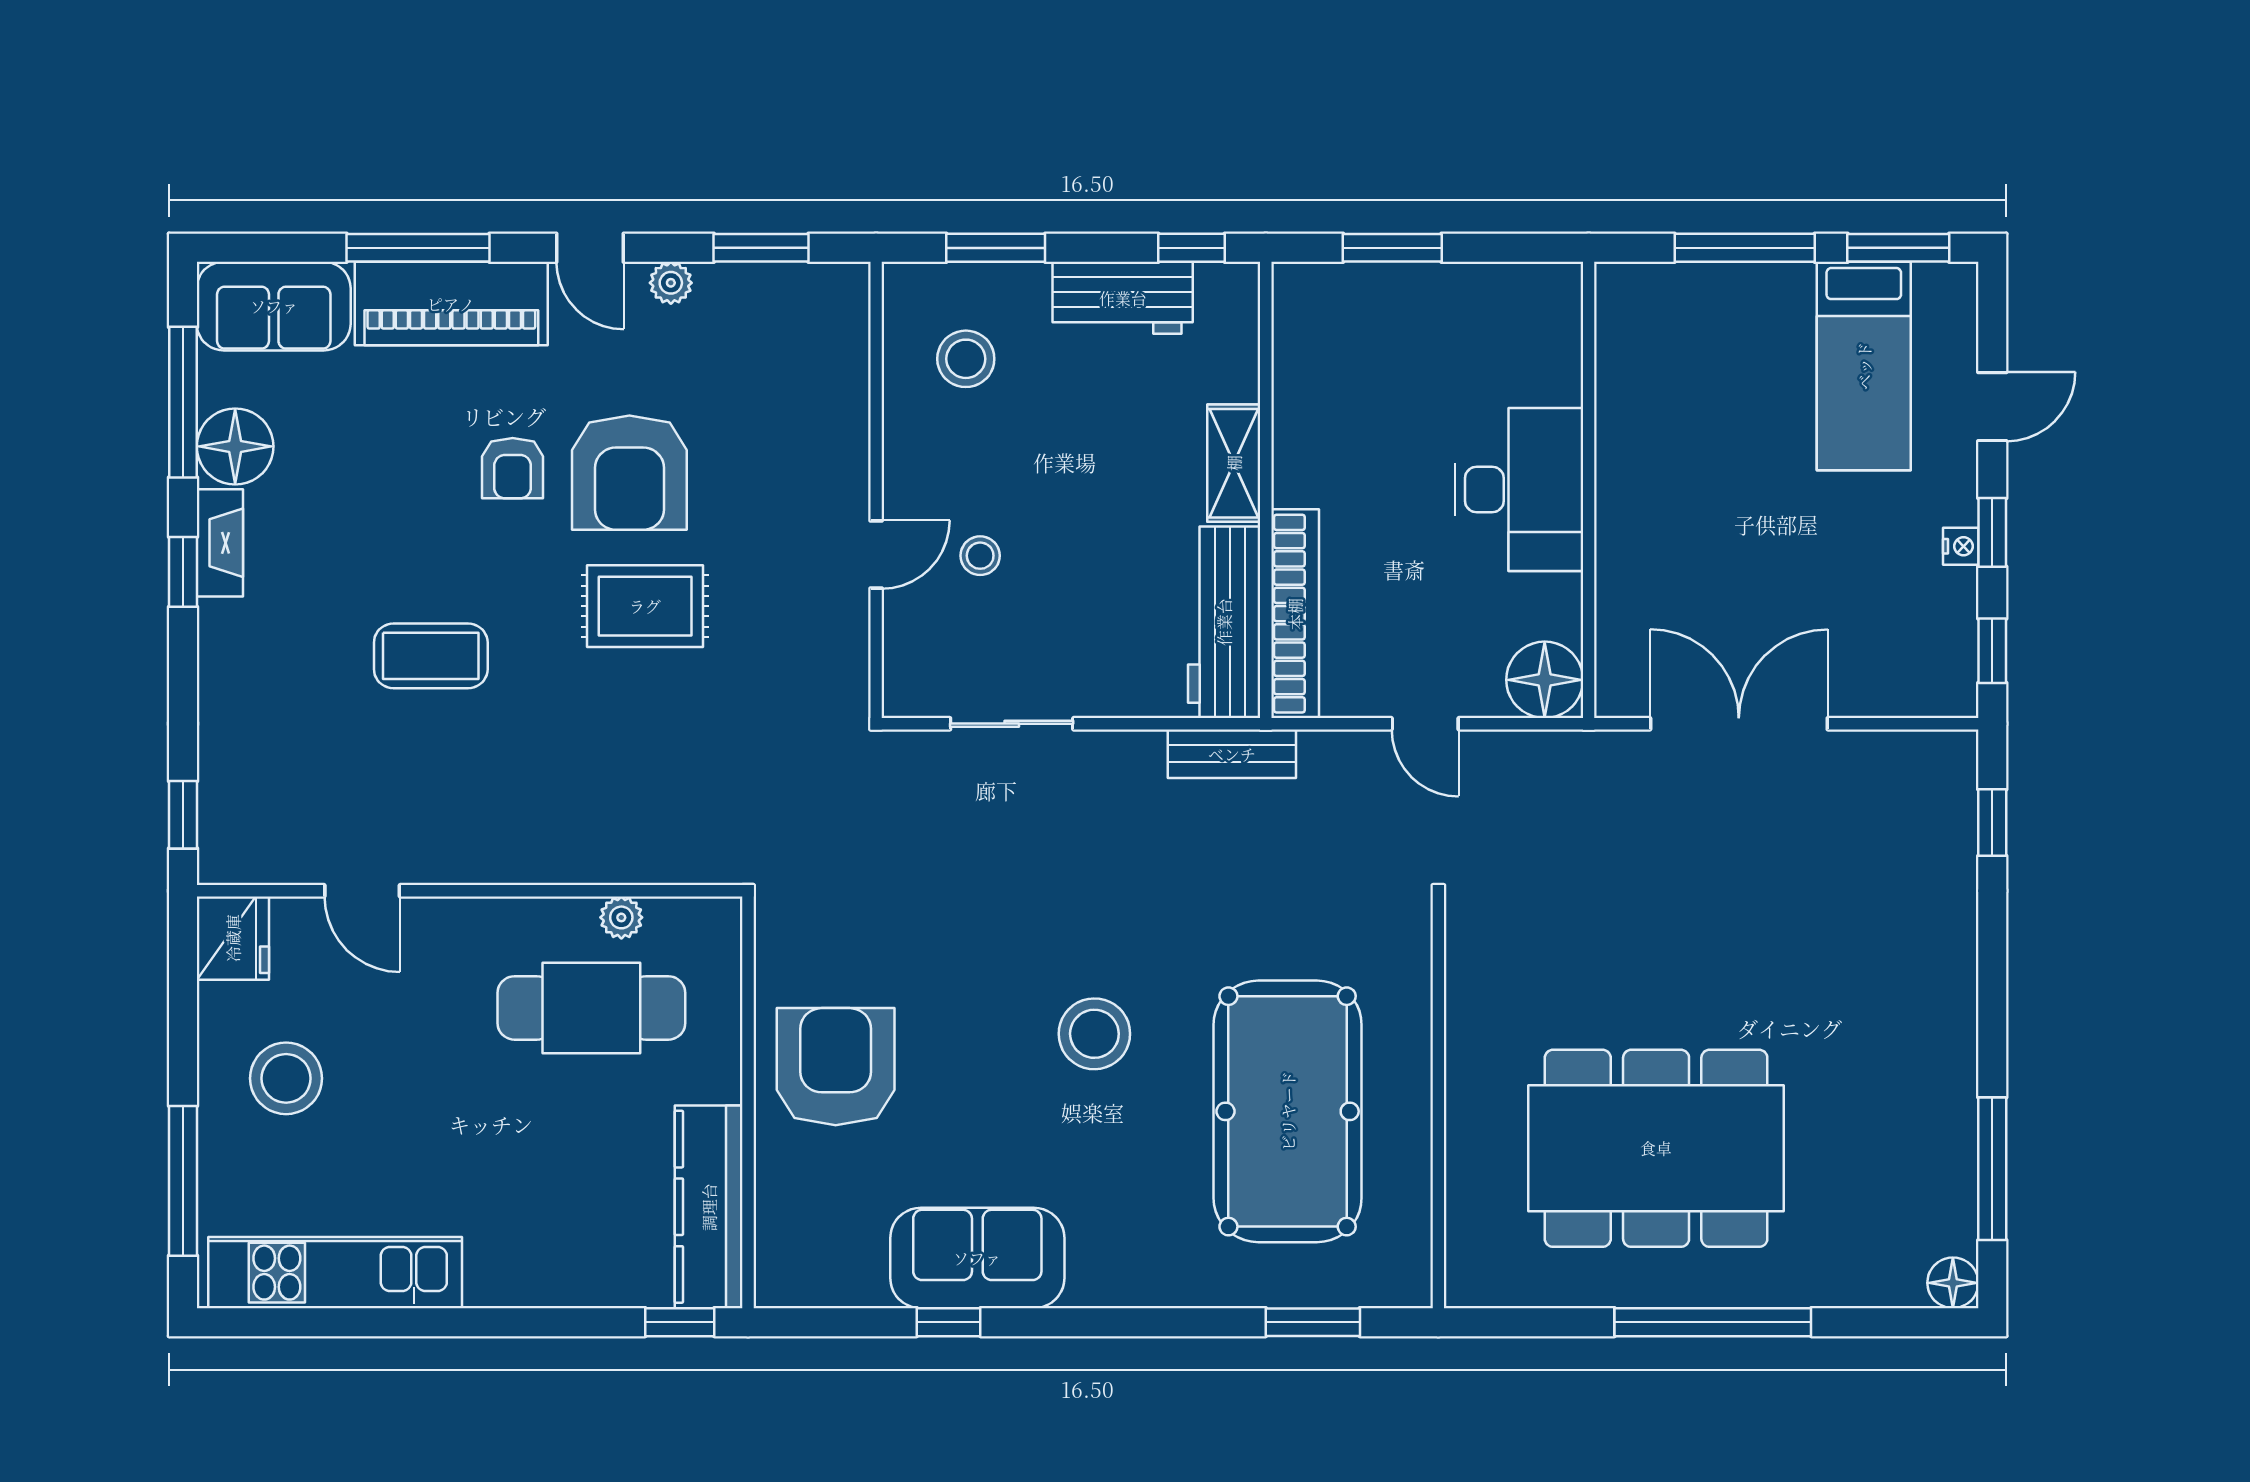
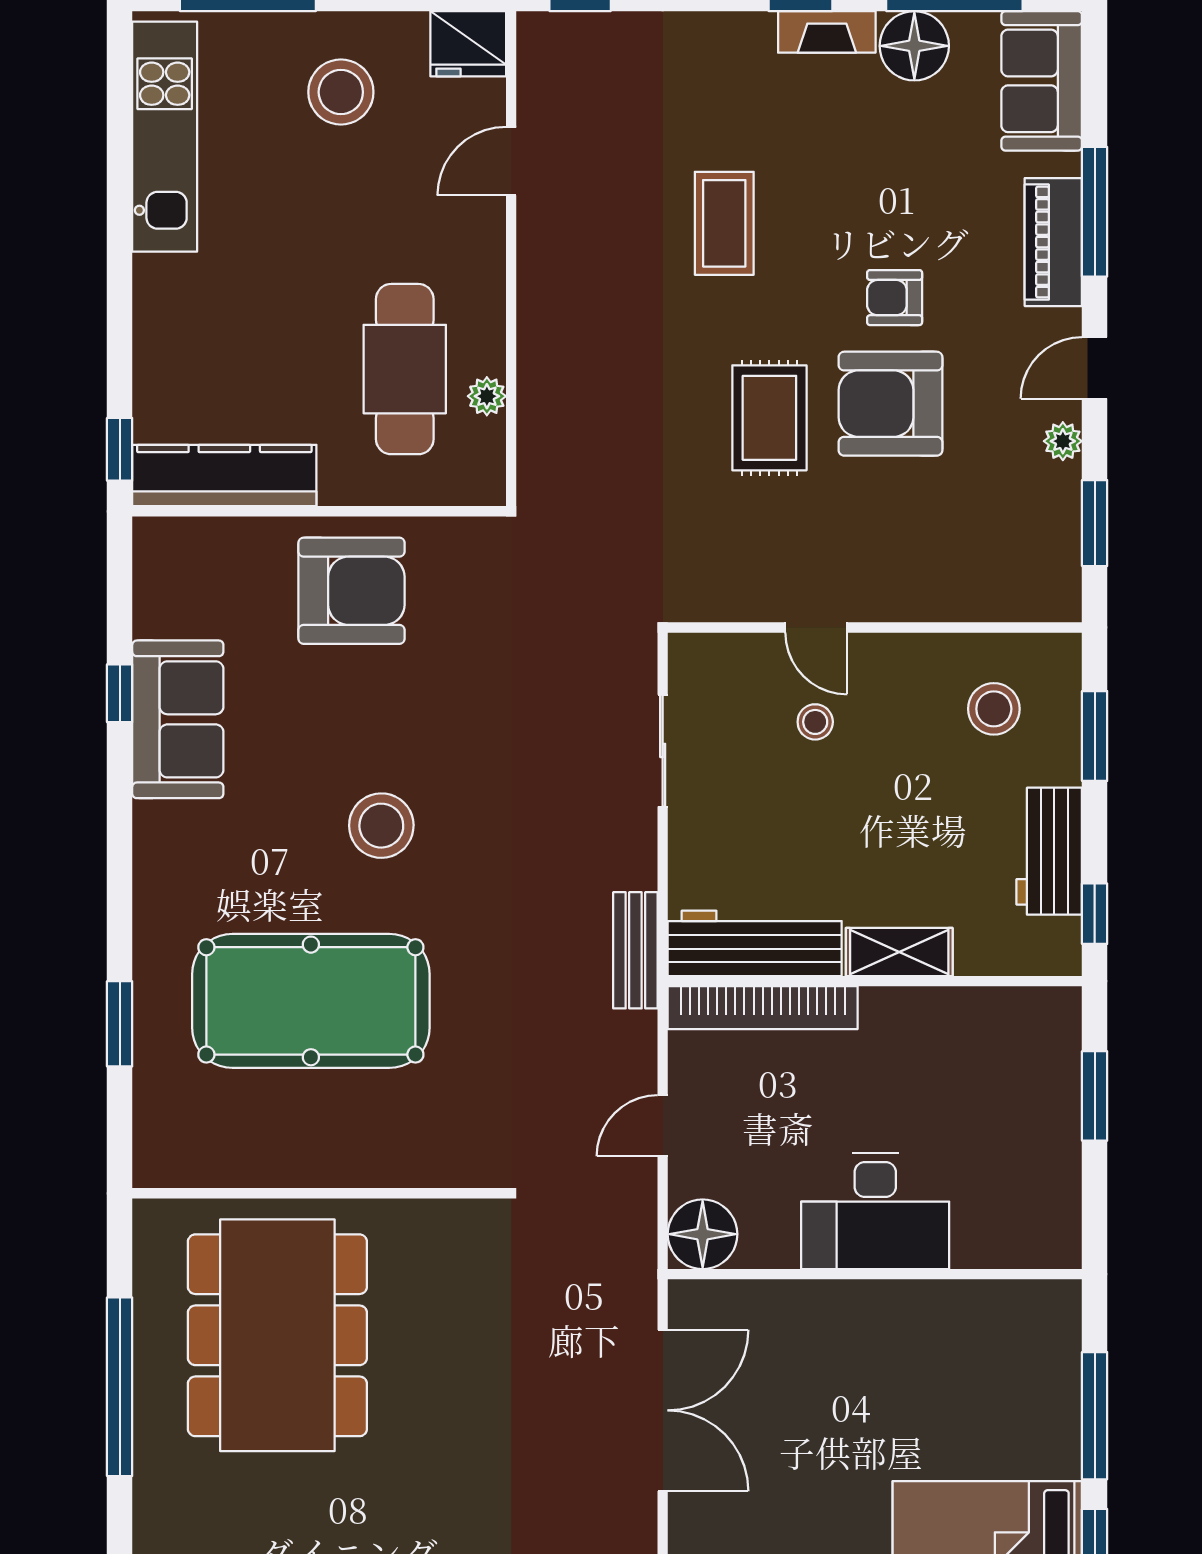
piano: (451, 304) -> (1053, 242), width x0.73, depth x0.75
wall: (1438, 1102) -> (319, 1193), moved

